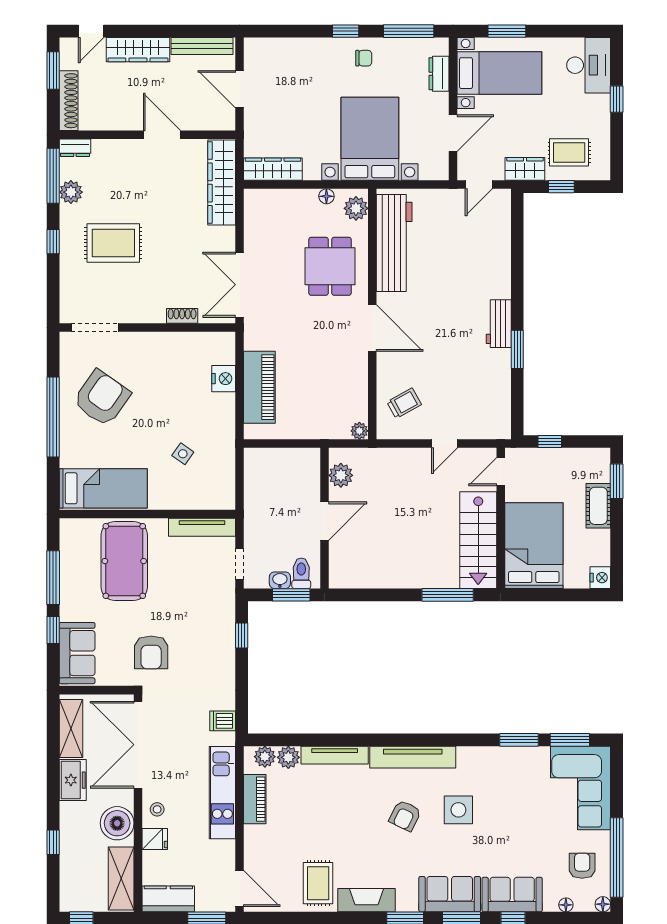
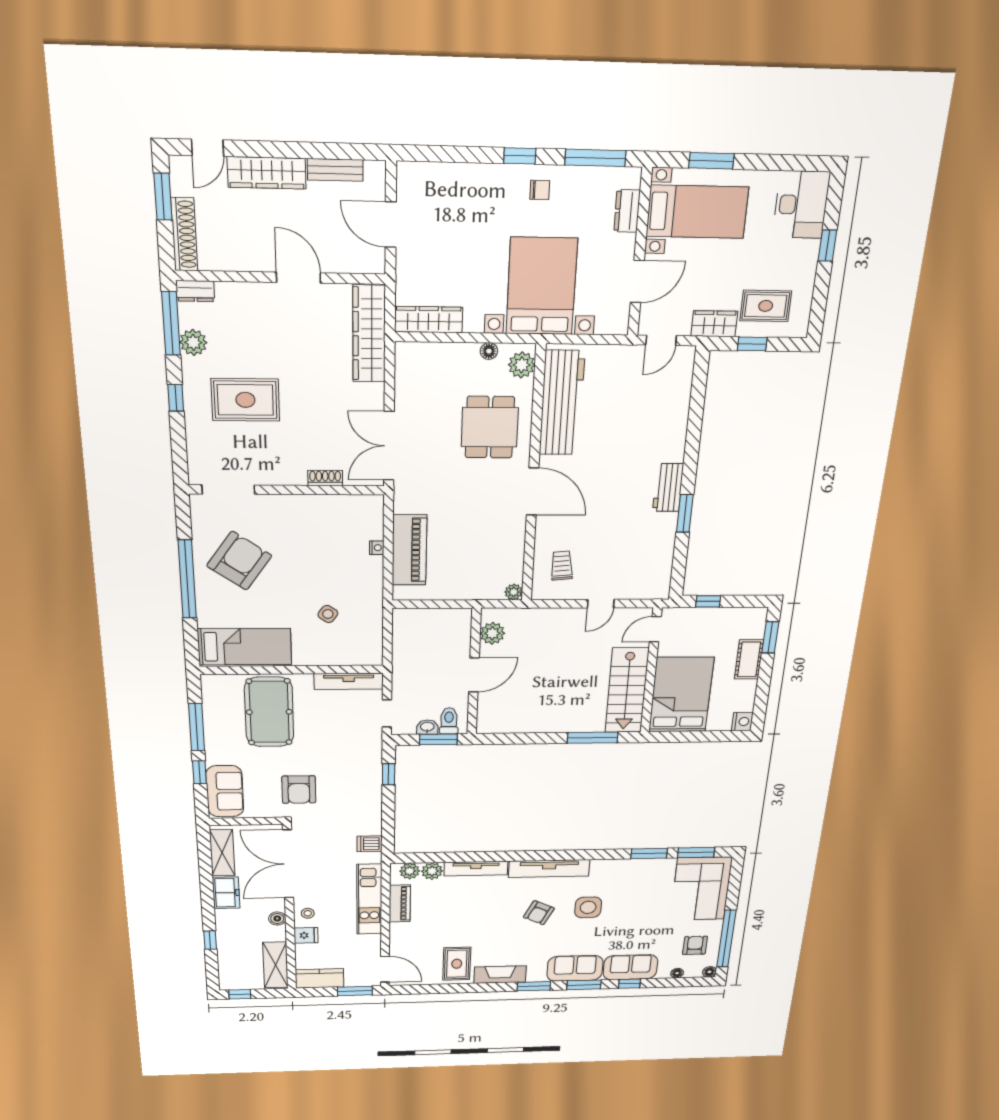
bench: (202, 46) -> (335, 170), width x0.73
nightstand: (224, 379) -> (377, 548), width x0.53, depth x0.56
trolley: (404, 403) -> (562, 566), turned -66
boiler: (117, 823) -> (277, 919), width x0.54, depth x0.54

